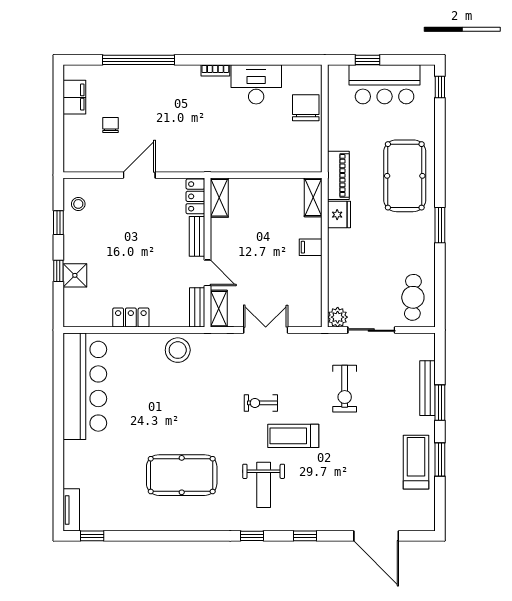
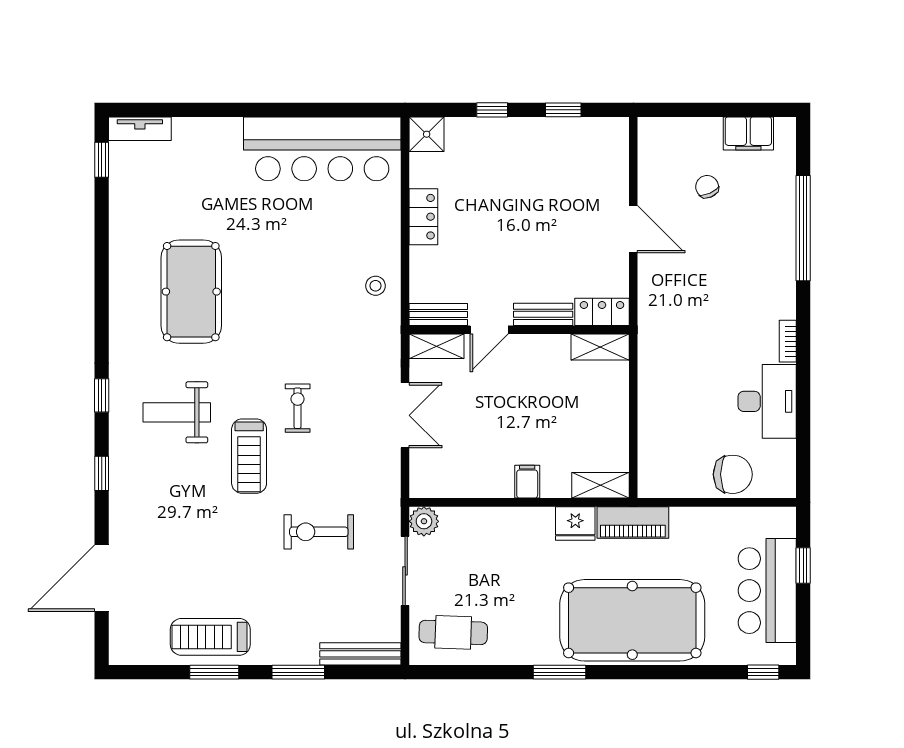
chair: (110, 125) -> (707, 187), turned -114
pool table: (405, 176) -> (632, 620), width x1.36, depth x1.32
stool: (78, 204) -> (591, 139), removed
shower: (75, 275) -> (427, 134), moved
stool: (178, 350) -> (376, 286), width x0.53, depth x0.53
bench: (427, 388) -> (360, 654), moved
treadmill: (293, 436) -> (249, 456), turned 180
treadmill: (416, 462) -> (210, 637), turned 180

